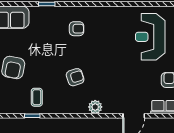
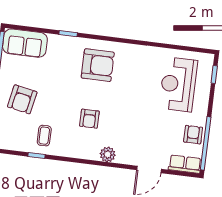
armchair: (77, 29) -> (98, 65), width x1.88, depth x1.88
armchair: (75, 77) -> (89, 119), turned 108

